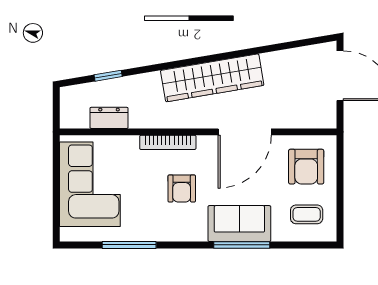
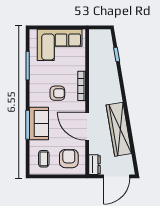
wardrobe: (212, 78) -> (119, 129), moved
dresser: (109, 118) -> (94, 165), moved
armchair: (306, 167) -> (69, 159), turned 90
armchair: (182, 188) -> (57, 93), turned 180

